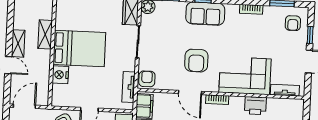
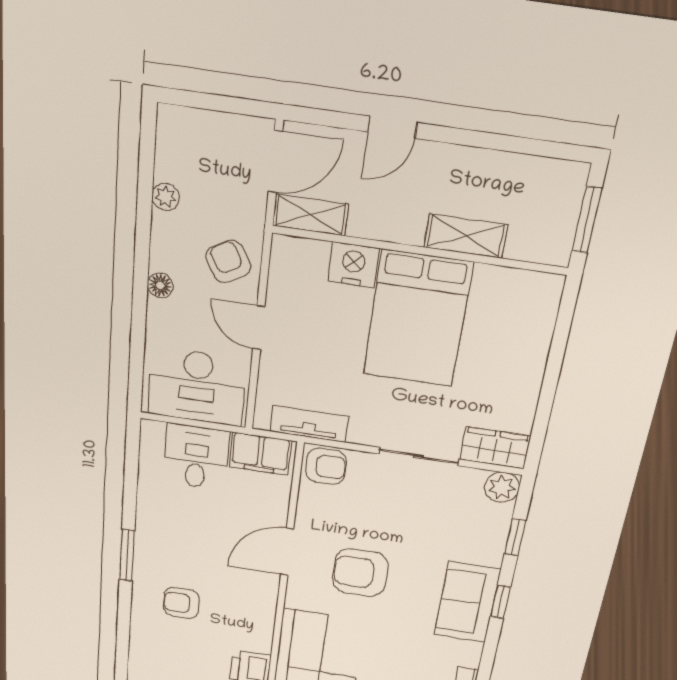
shelving: (18, 43) -> (310, 215), moved
bookcase: (217, 100) -> (267, 603), removed
door: (24, 106) -> (275, 162), hinge flipped

